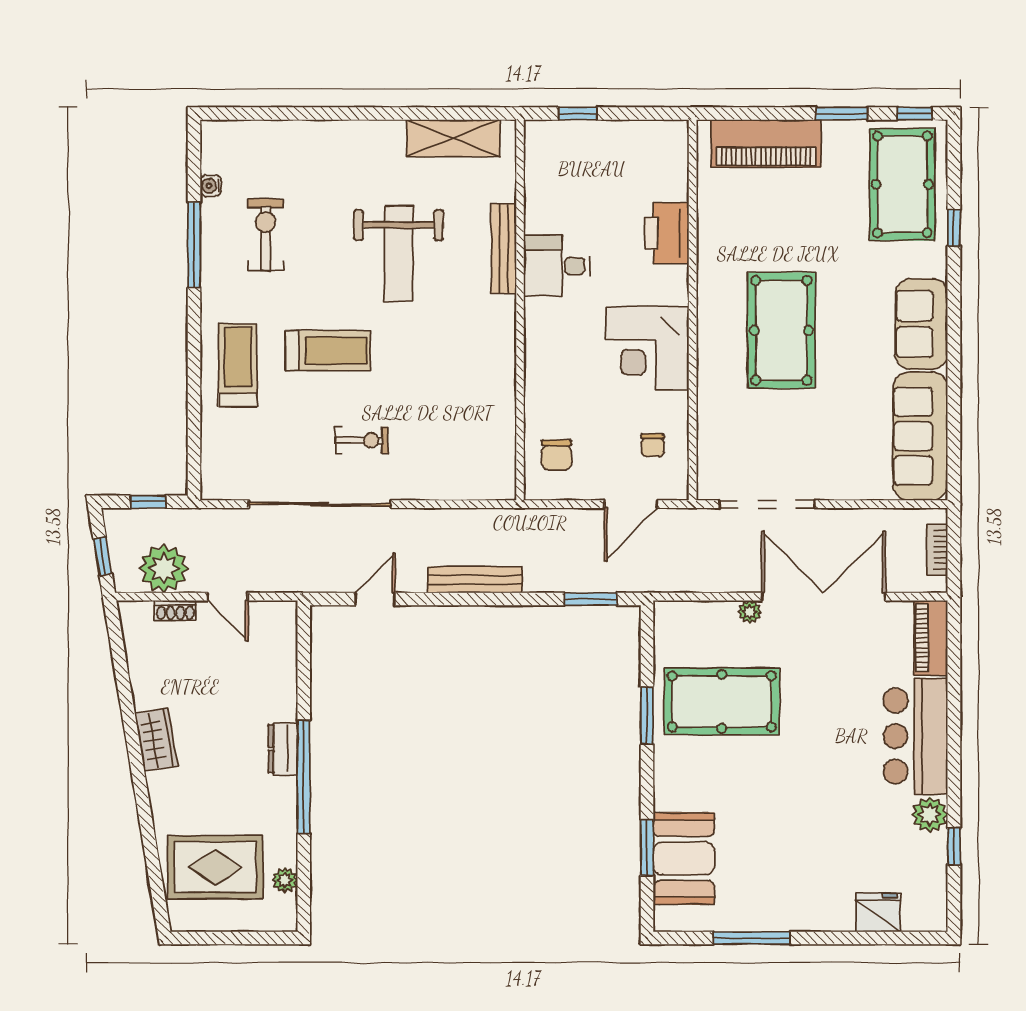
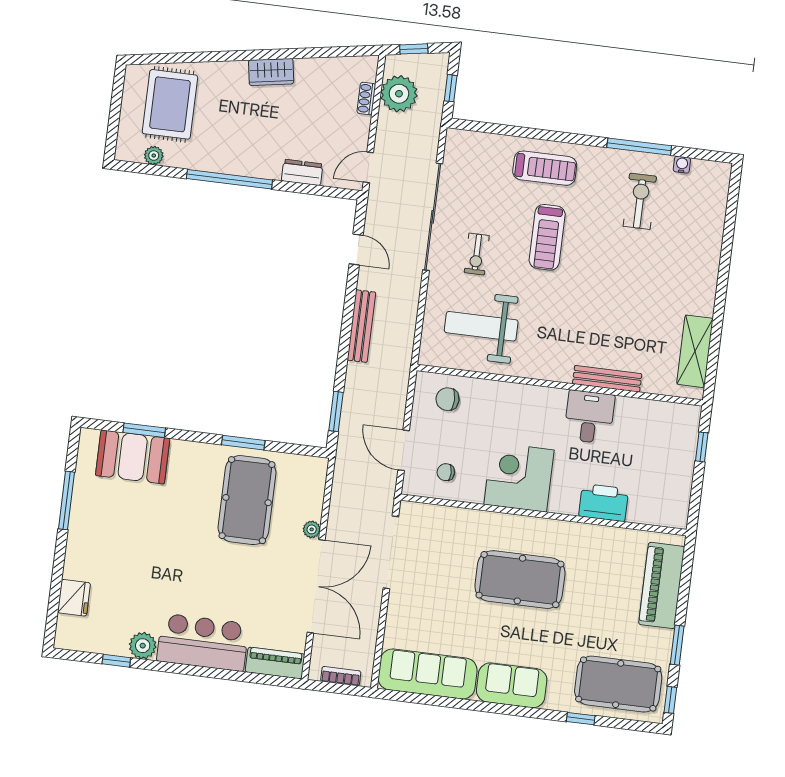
exercise bike: (266, 235) -> (640, 201), turned -90
weight bench: (399, 254) -> (481, 326), moved
door: (228, 597) -> (368, 167), moved
dresser: (283, 749) -> (302, 172), moved

